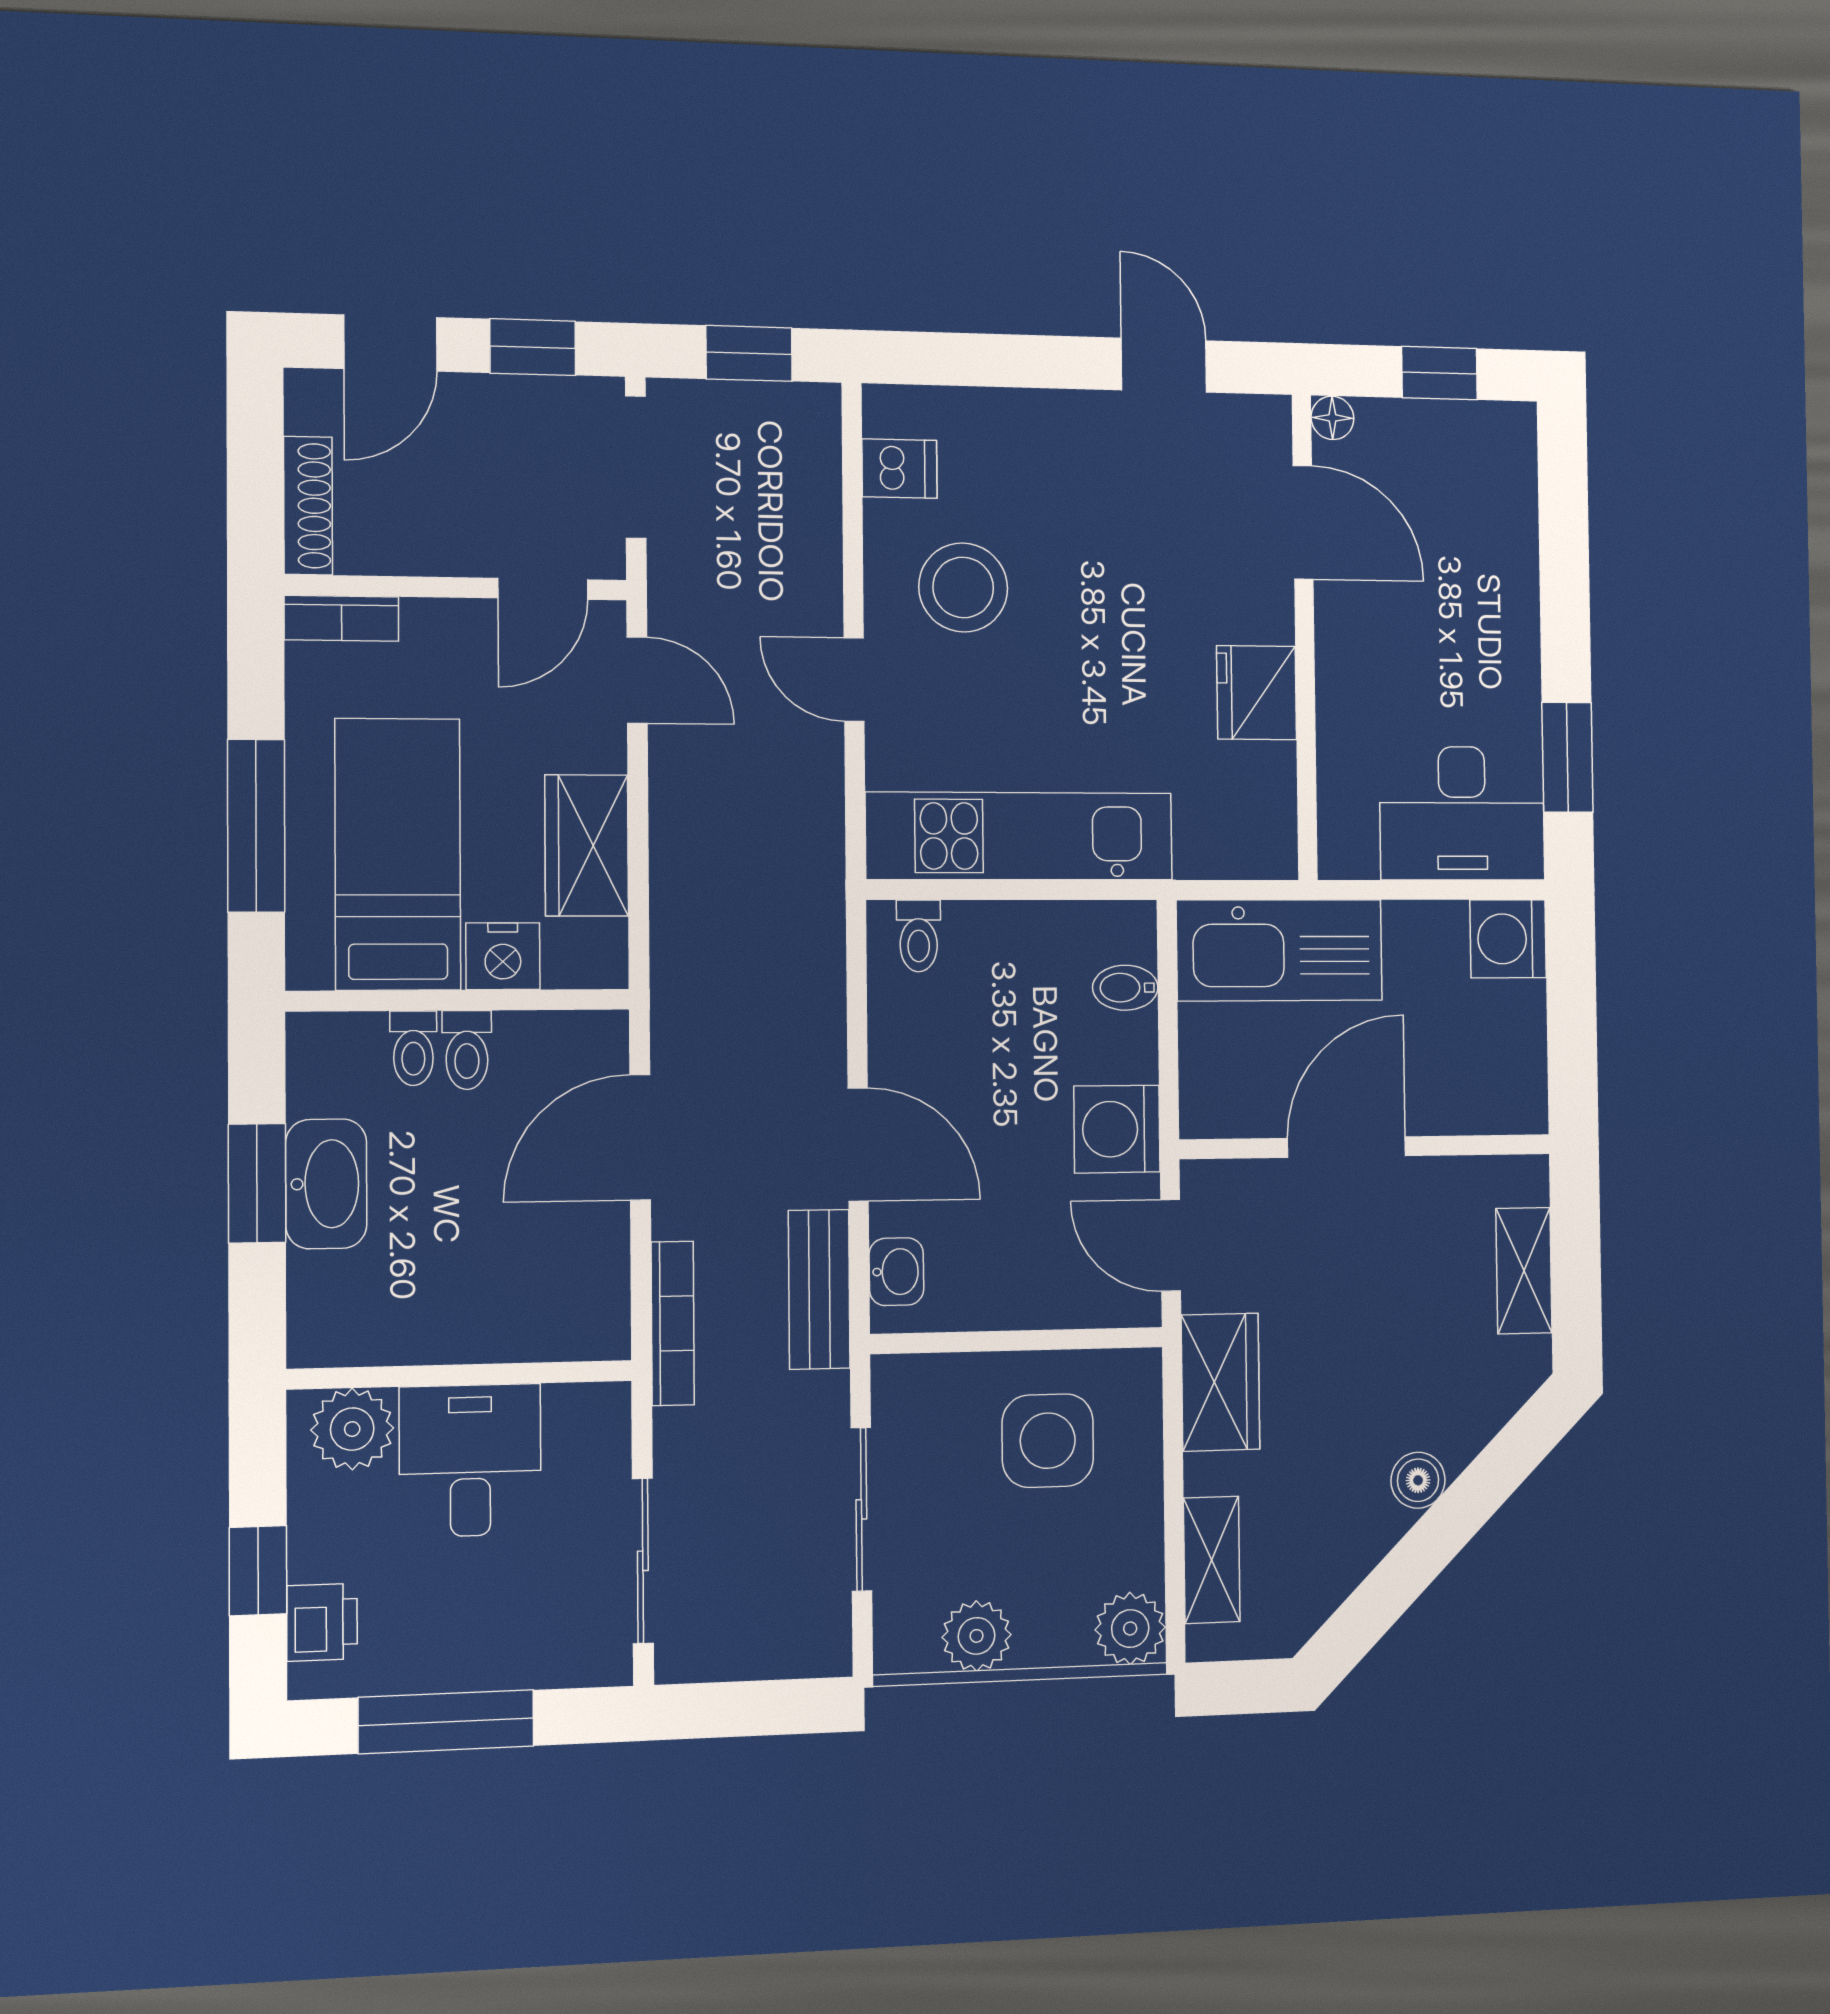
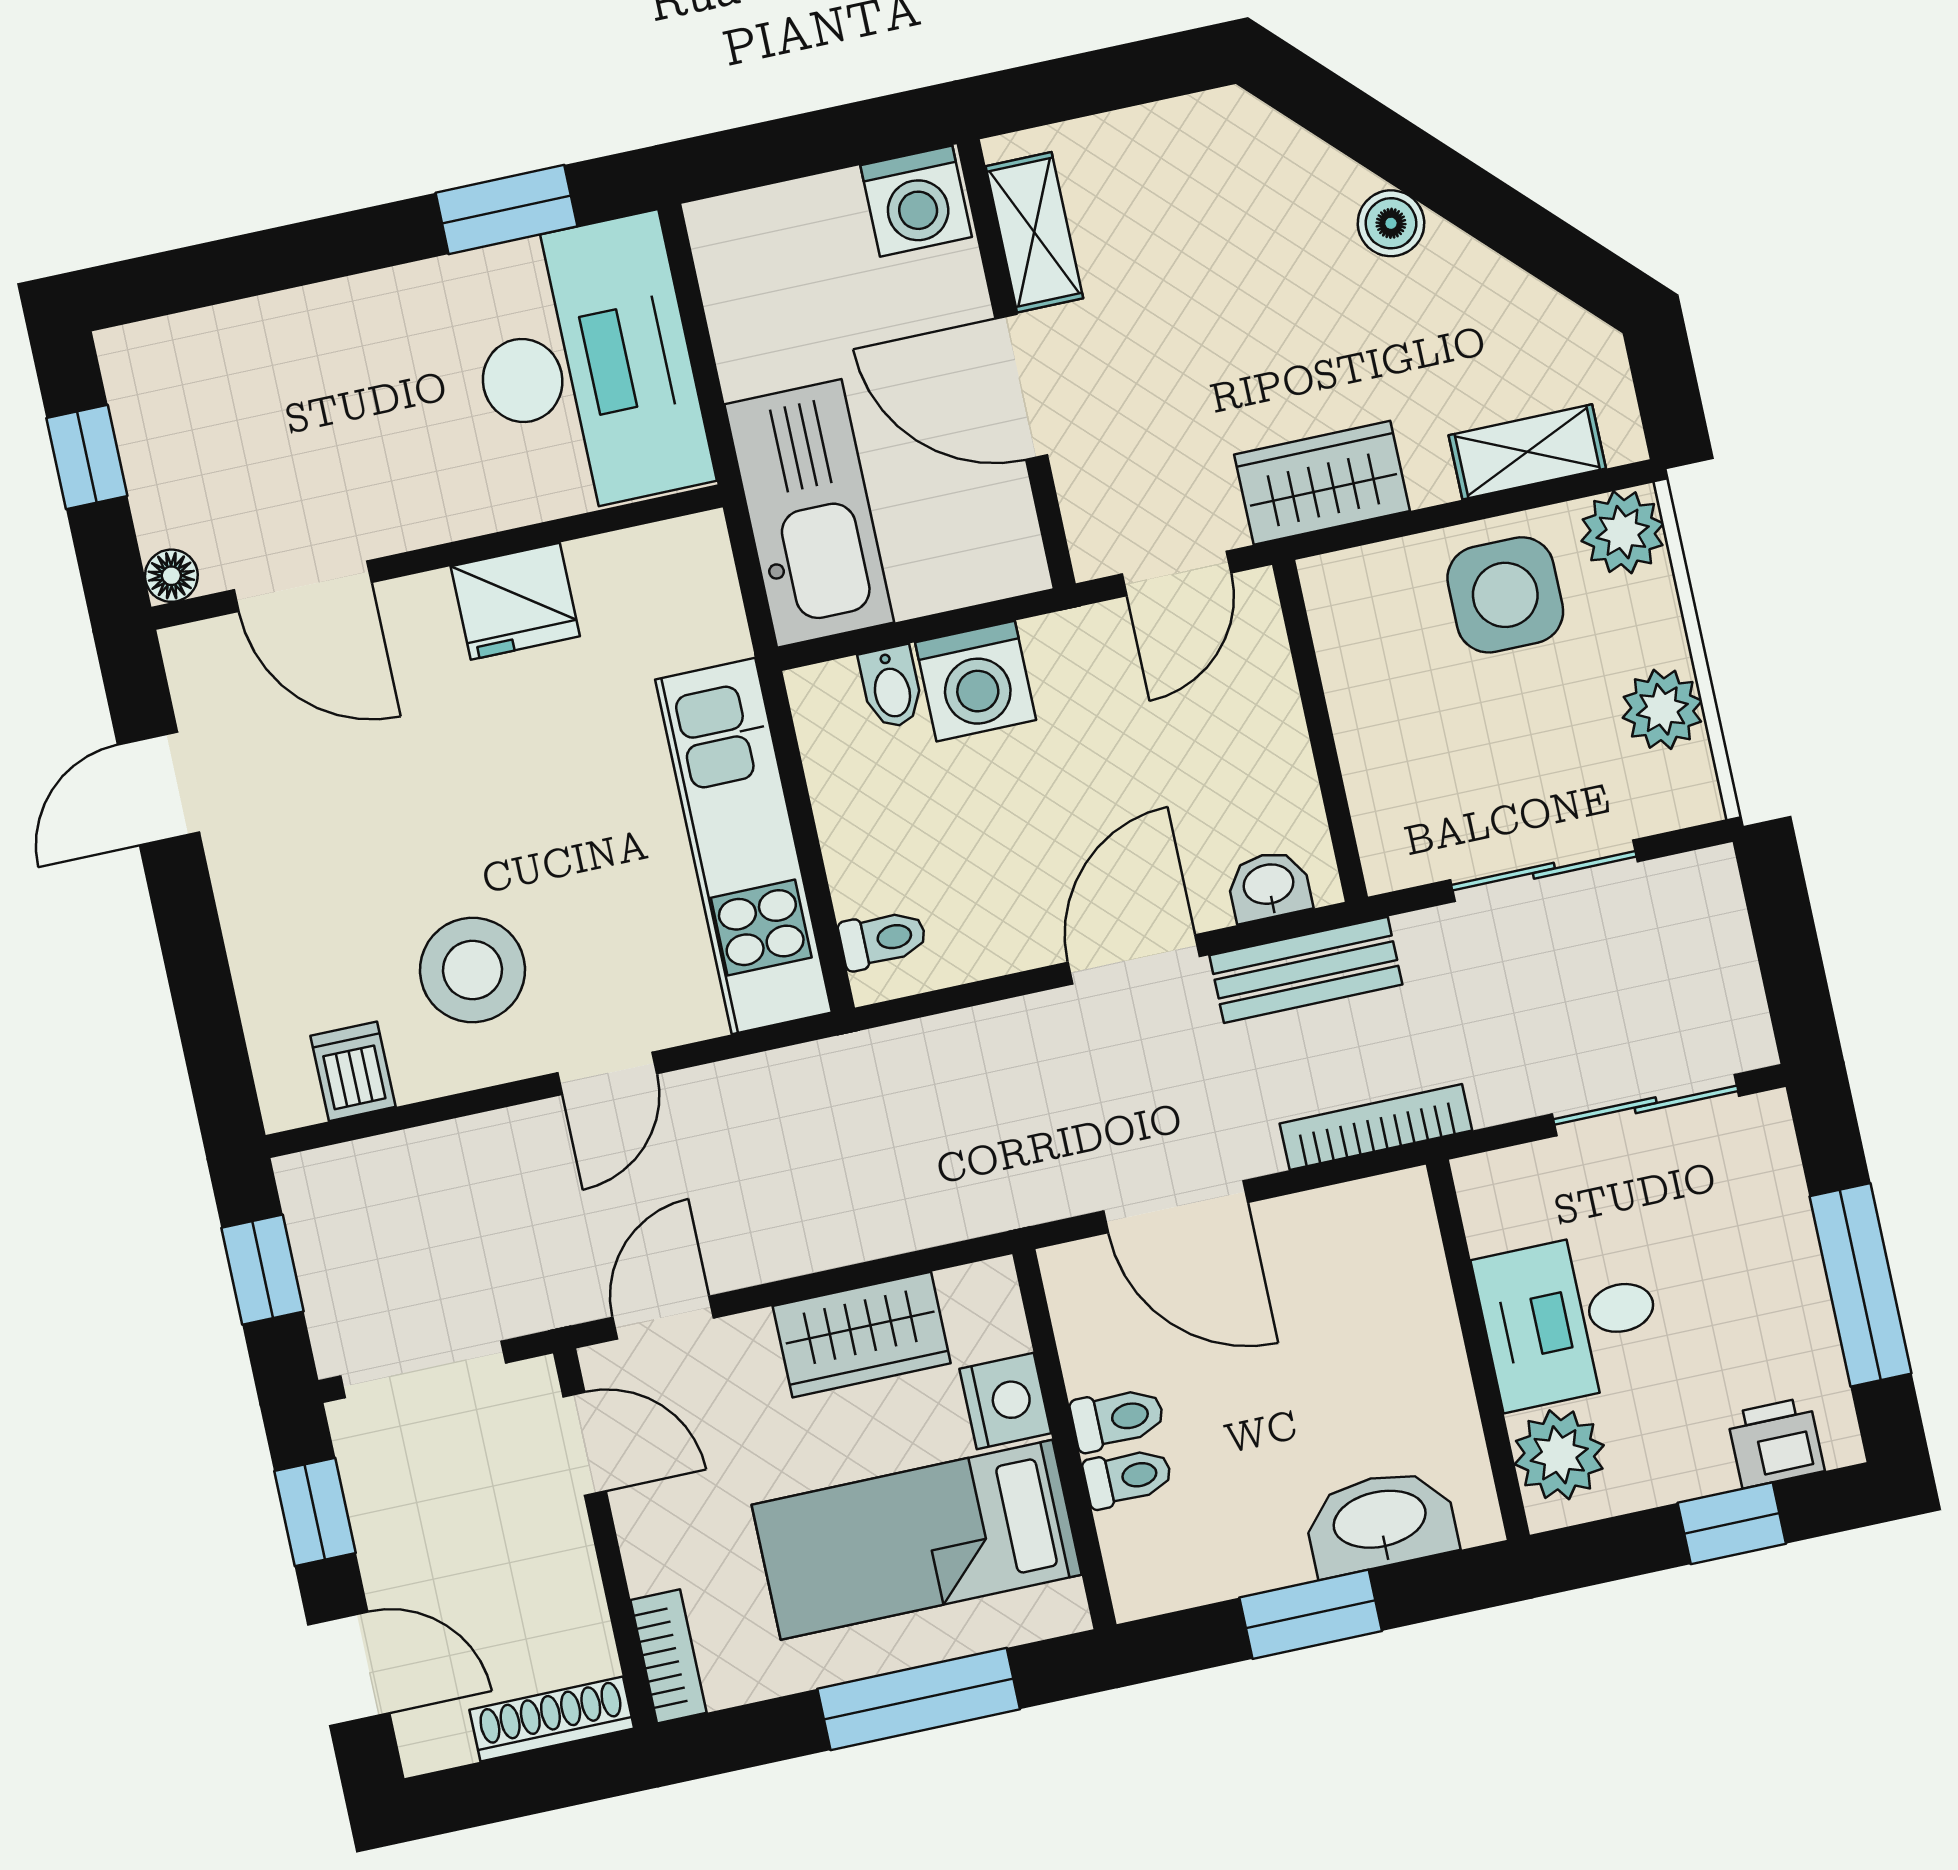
door: (1303, 522) -> (303, 586), swing flipped
desk: (1462, 813) -> (586, 367), width x1.36, depth x1.30
washing machine: (1508, 939) -> (916, 201), moved
washing machine: (1117, 1129) -> (976, 681), moved
washbasin: (326, 1184) -> (1380, 1522), moved
shelving: (1524, 1271) -> (1034, 232), moved, turned 90
side table: (1048, 1441) -> (1505, 595), moved

